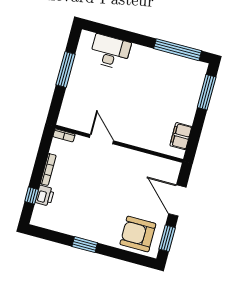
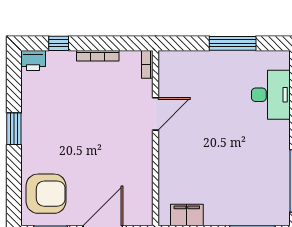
printer: (45, 196) -> (33, 61), moved
armchair: (138, 234) -> (46, 194), turned 90

